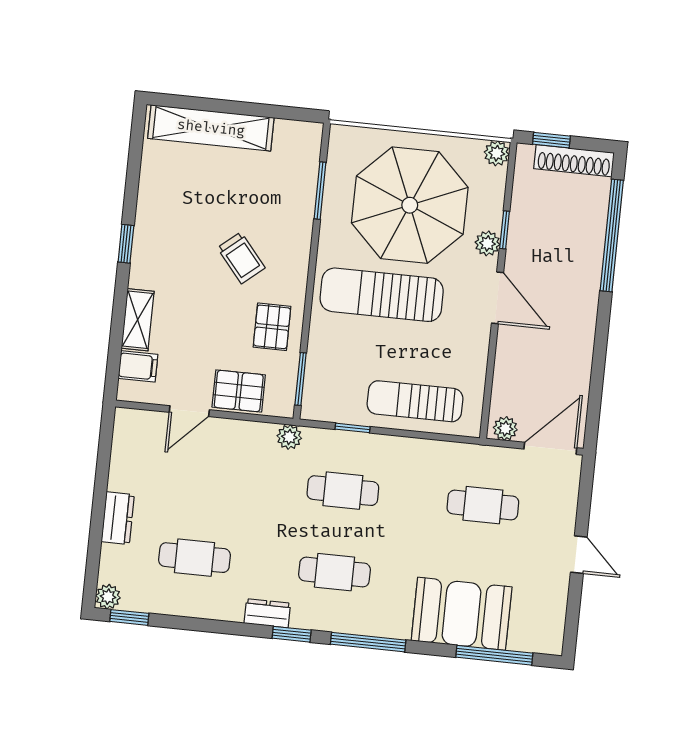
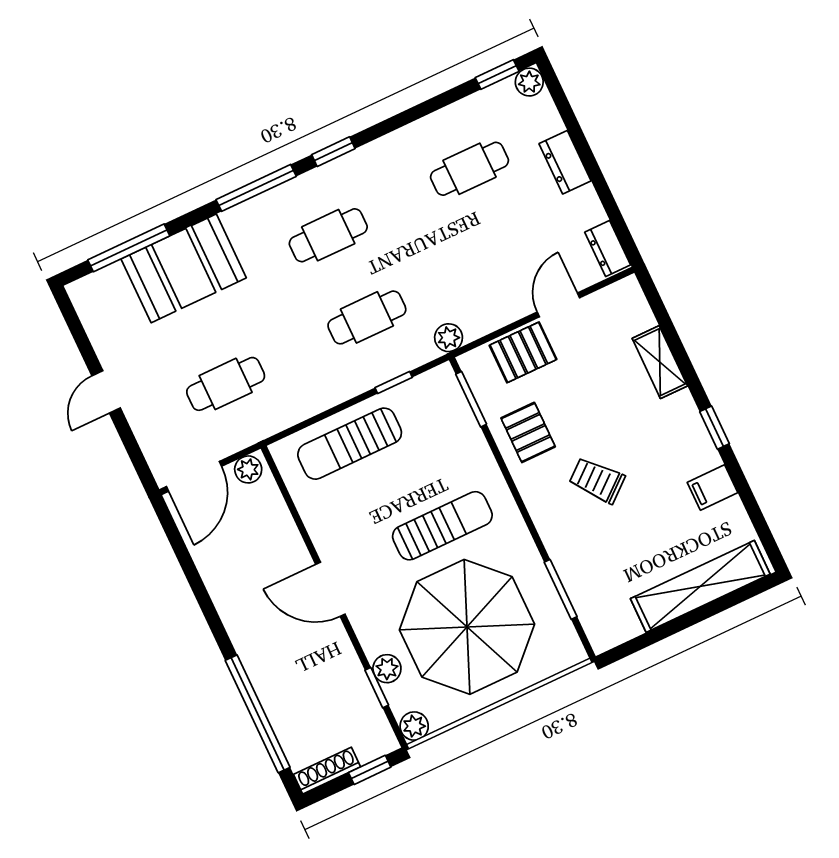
shoe rack: (574, 161) -> (327, 771), width x0.74, depth x0.81
window: (505, 230) -> (377, 688), moved
plant: (488, 243) -> (387, 669), moved
sun lounger: (382, 295) -> (442, 526), width x0.73, depth x0.75
filing cabinet: (138, 366) -> (713, 488), moved
sun lounger: (415, 401) -> (350, 444), turned 180
door: (579, 555) -> (106, 392), hinge flipped
dresser: (267, 613) -> (608, 249), moved, turned 90

